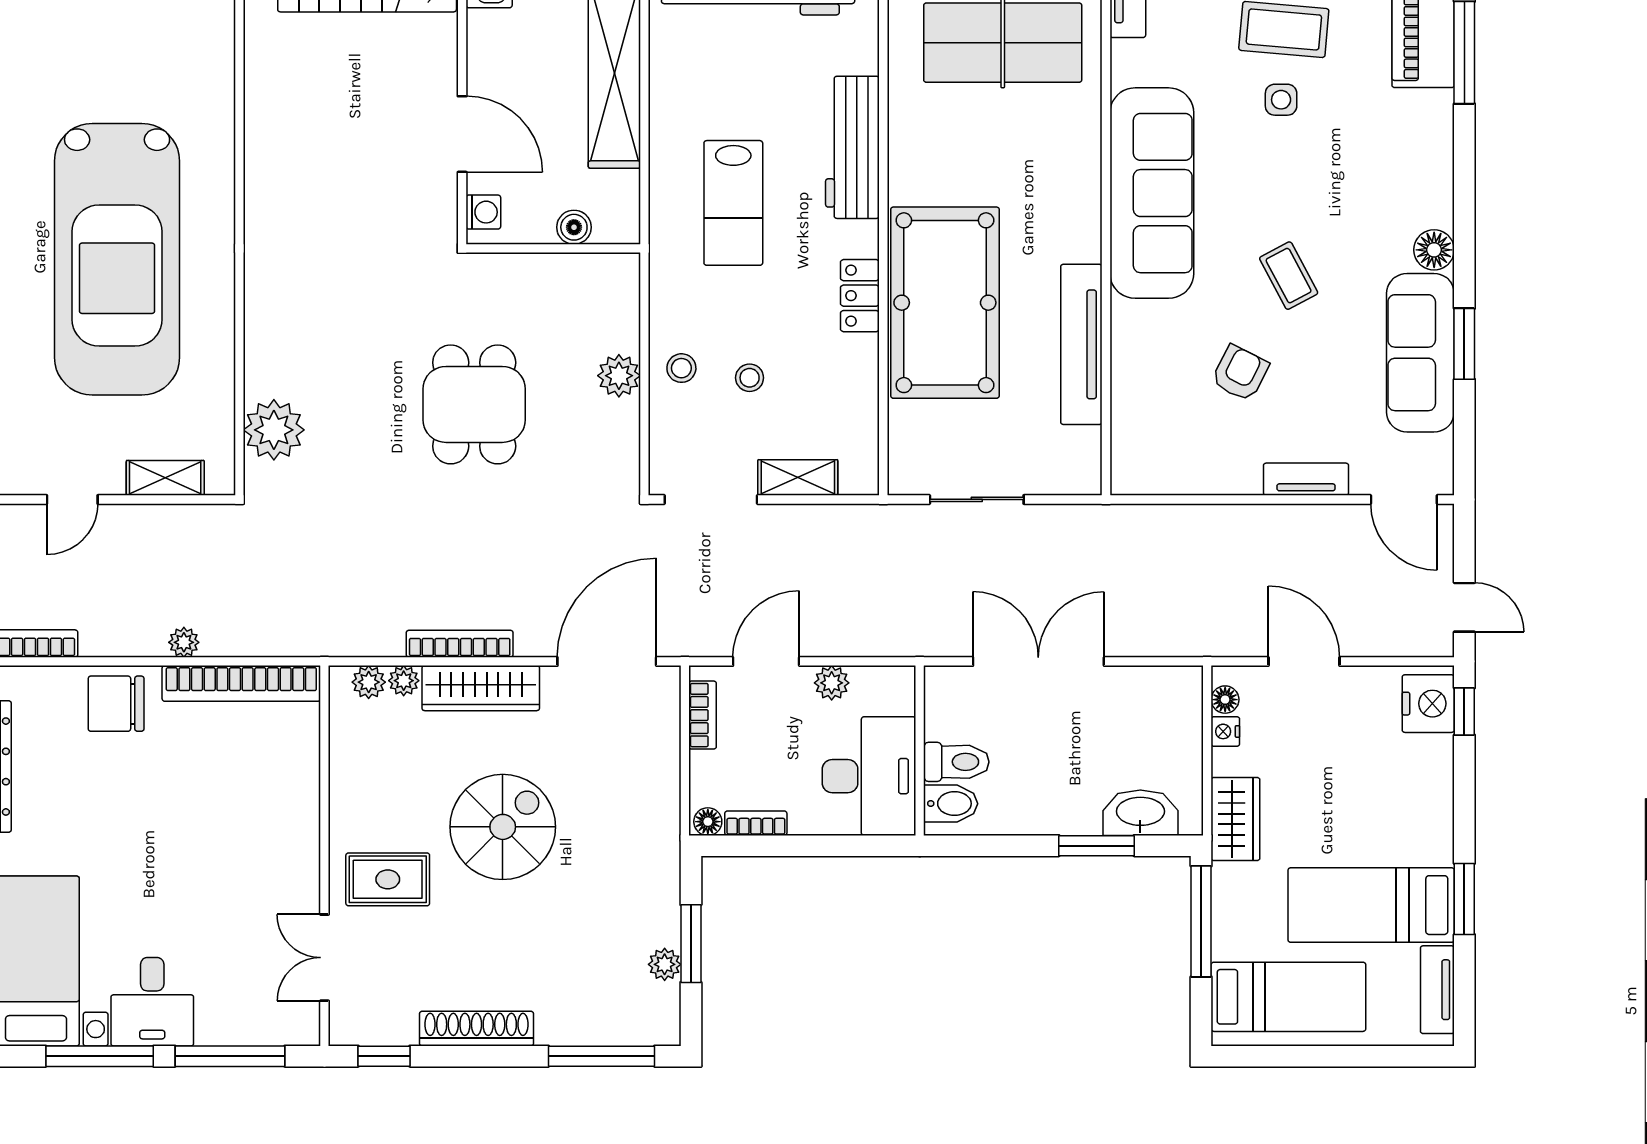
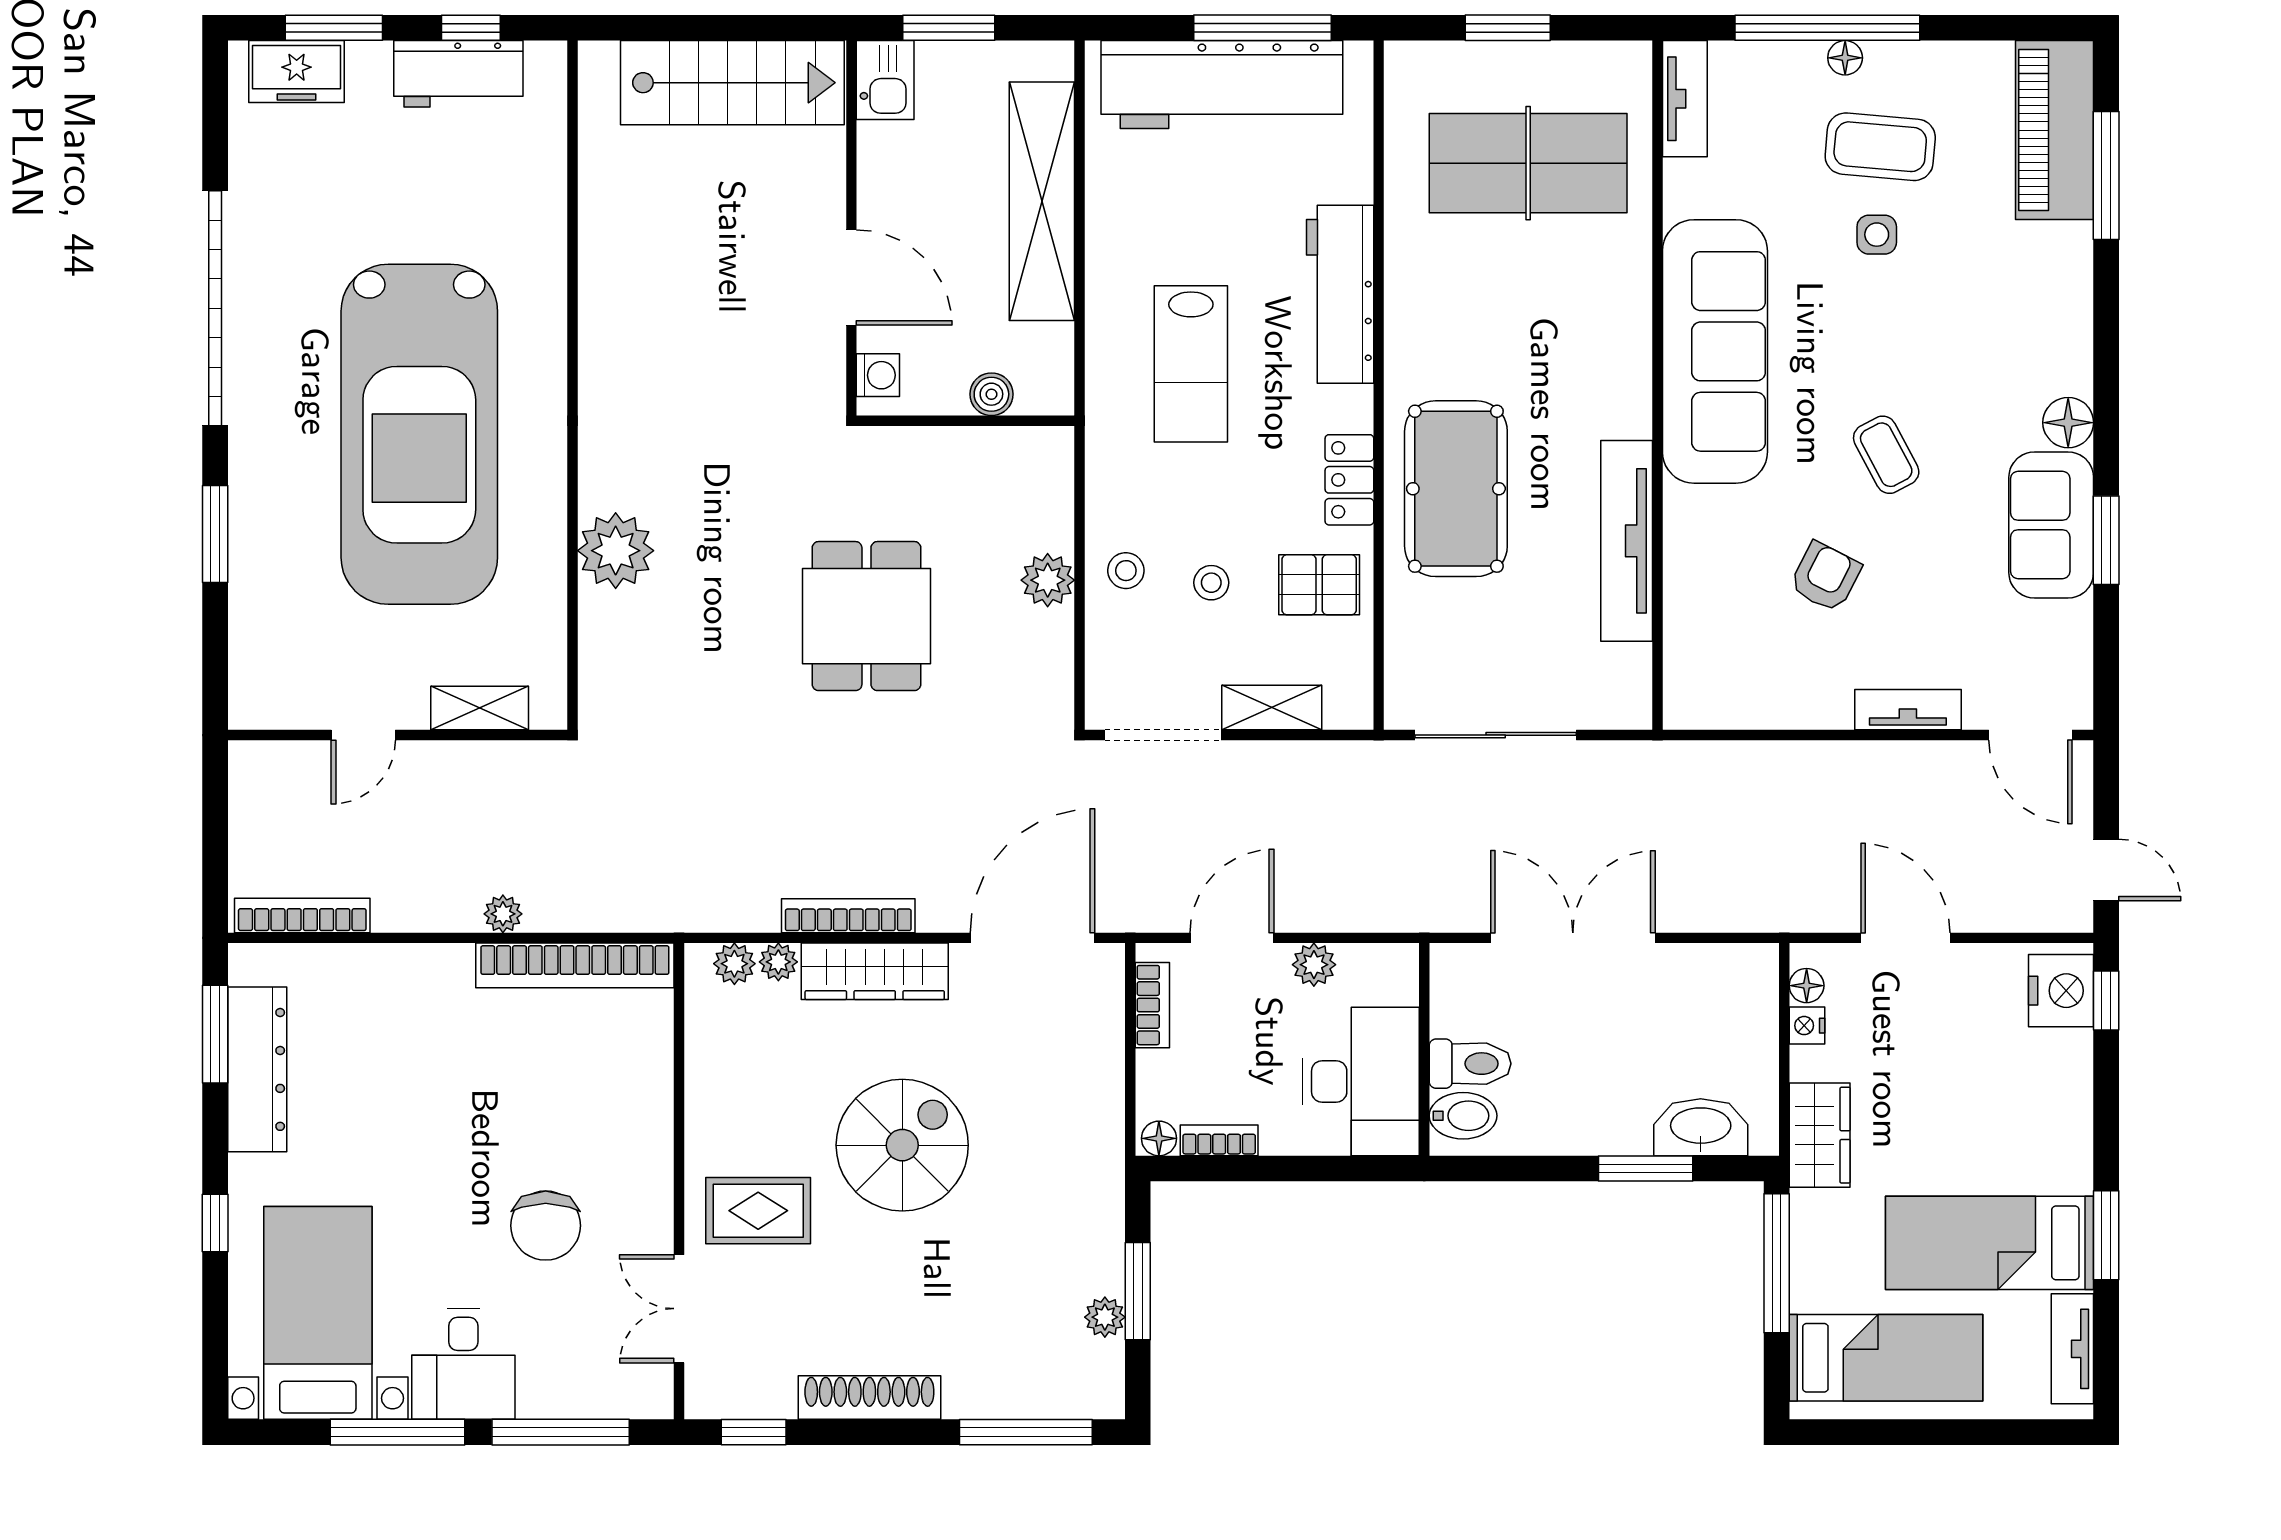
pool table: (945, 303) -> (1456, 489), width x0.73, depth x0.76
sofa: (1420, 353) -> (2051, 525), width x0.73
pallet: (836, 379) -> (1319, 585), added
plant: (274, 430) -> (616, 551), moved
sliding door: (977, 499) -> (1496, 735), width x1.37
chair: (116, 704) -> (546, 1226), moved, turned -90

